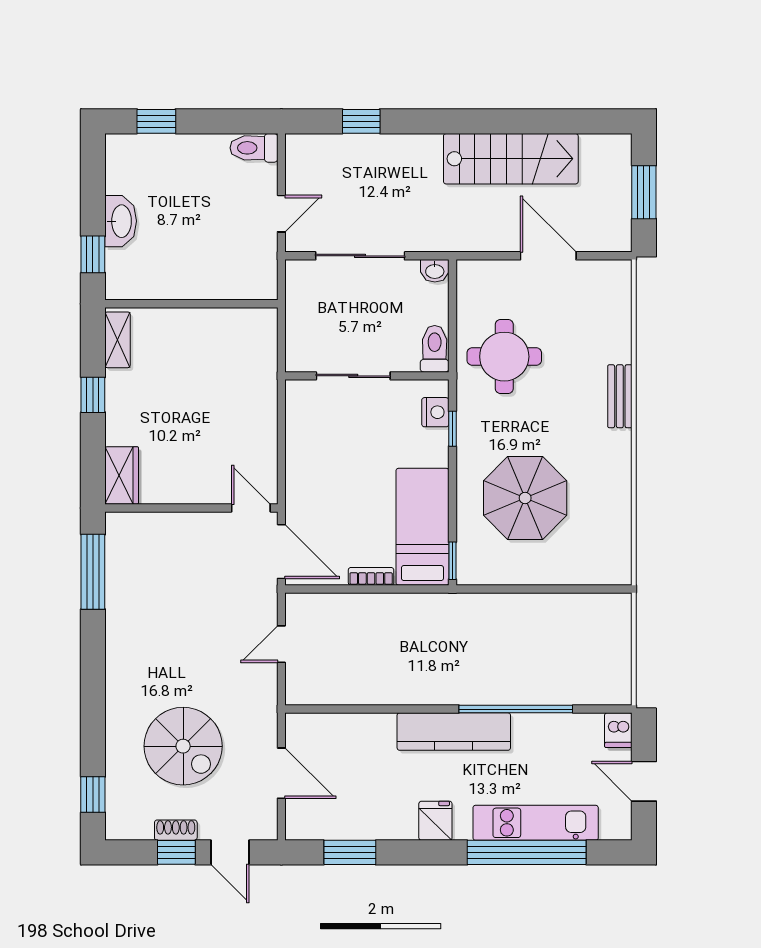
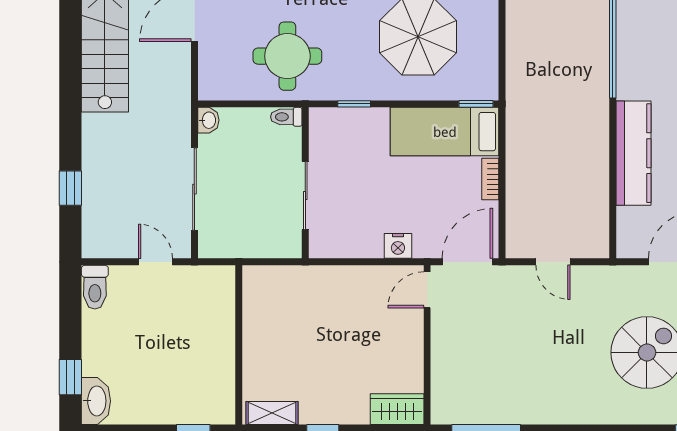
washbasin: (121, 221) -> (96, 401), moved, turned 90
toilet: (435, 349) -> (286, 117), width x0.73, depth x0.72
nightstand: (435, 412) -> (398, 246), moved, turned 180
kitchen counter: (454, 732) -> (634, 153), moved

